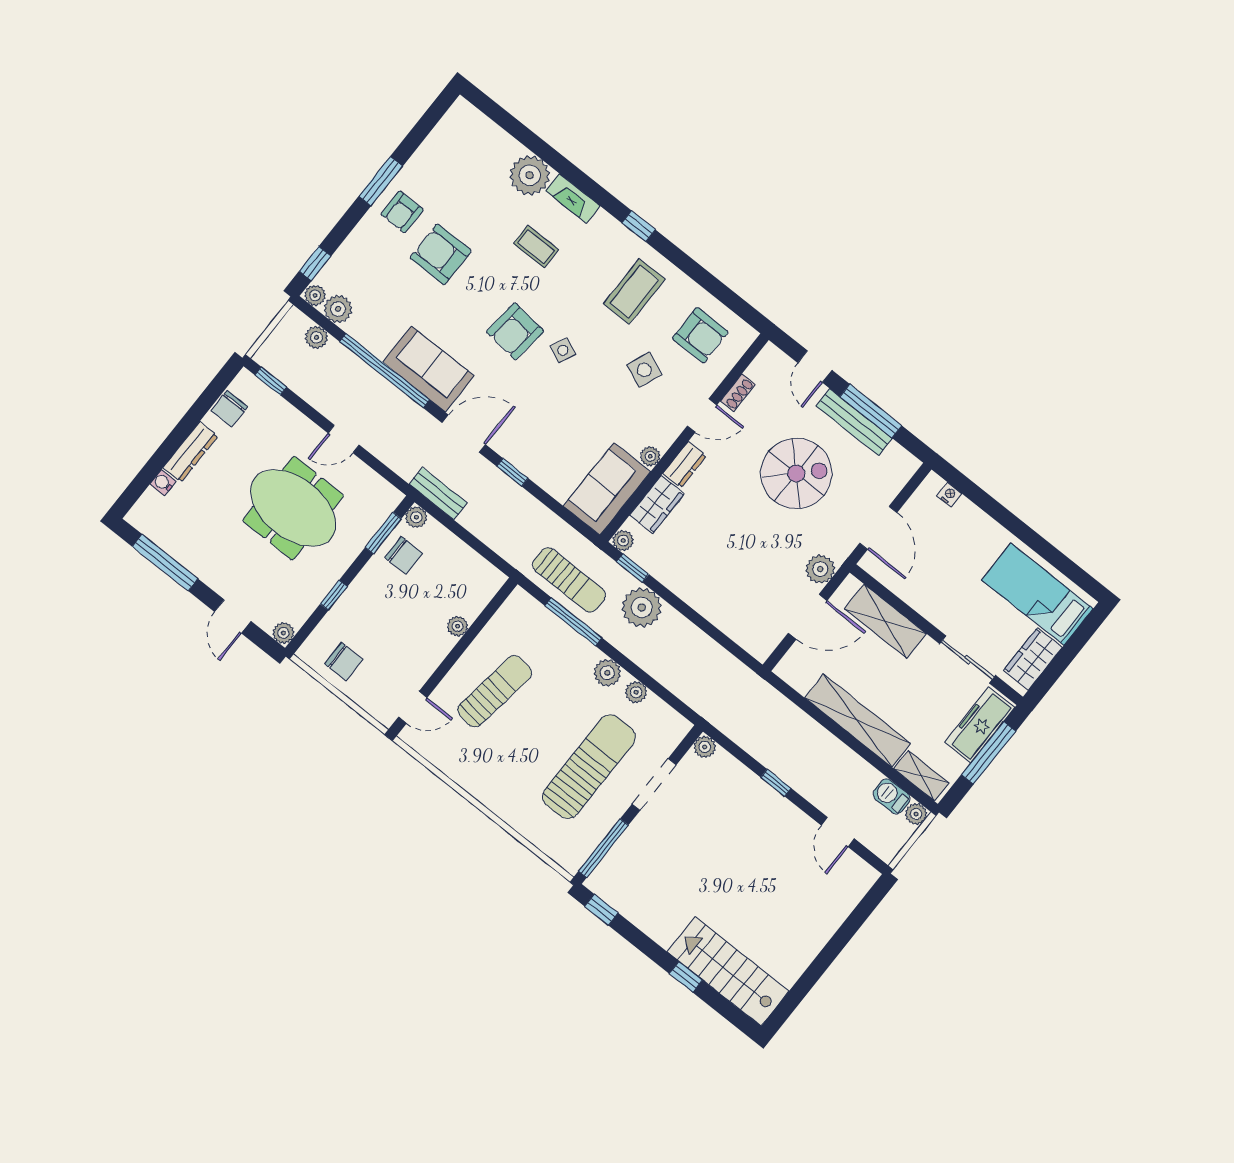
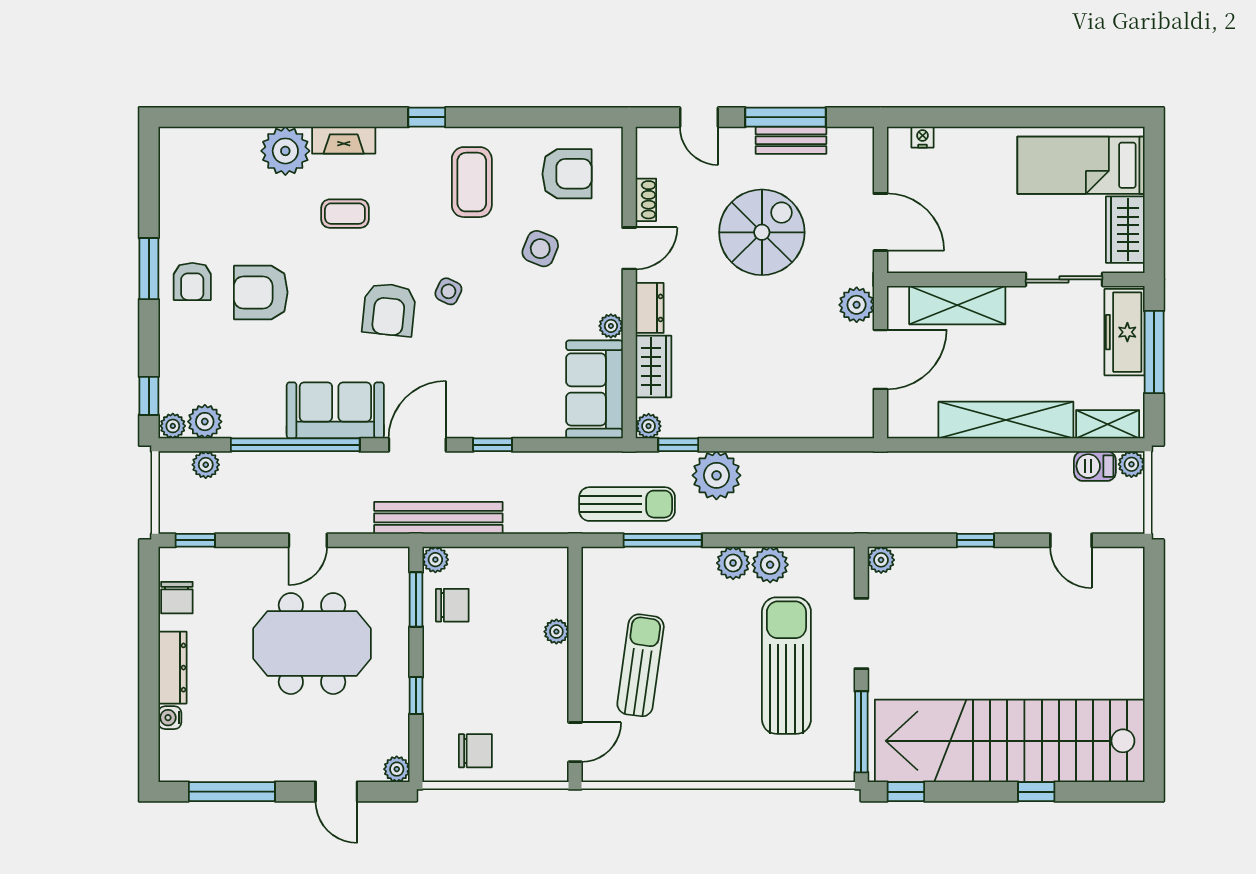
bench: (854, 422) -> (791, 140), width x0.73
bench: (438, 494) -> (438, 518), width x1.86, depth x1.21
plant: (636, 692) -> (770, 565), width x1.38, depth x1.38
stairs: (728, 971) -> (1010, 741), width x1.86, depth x1.51

